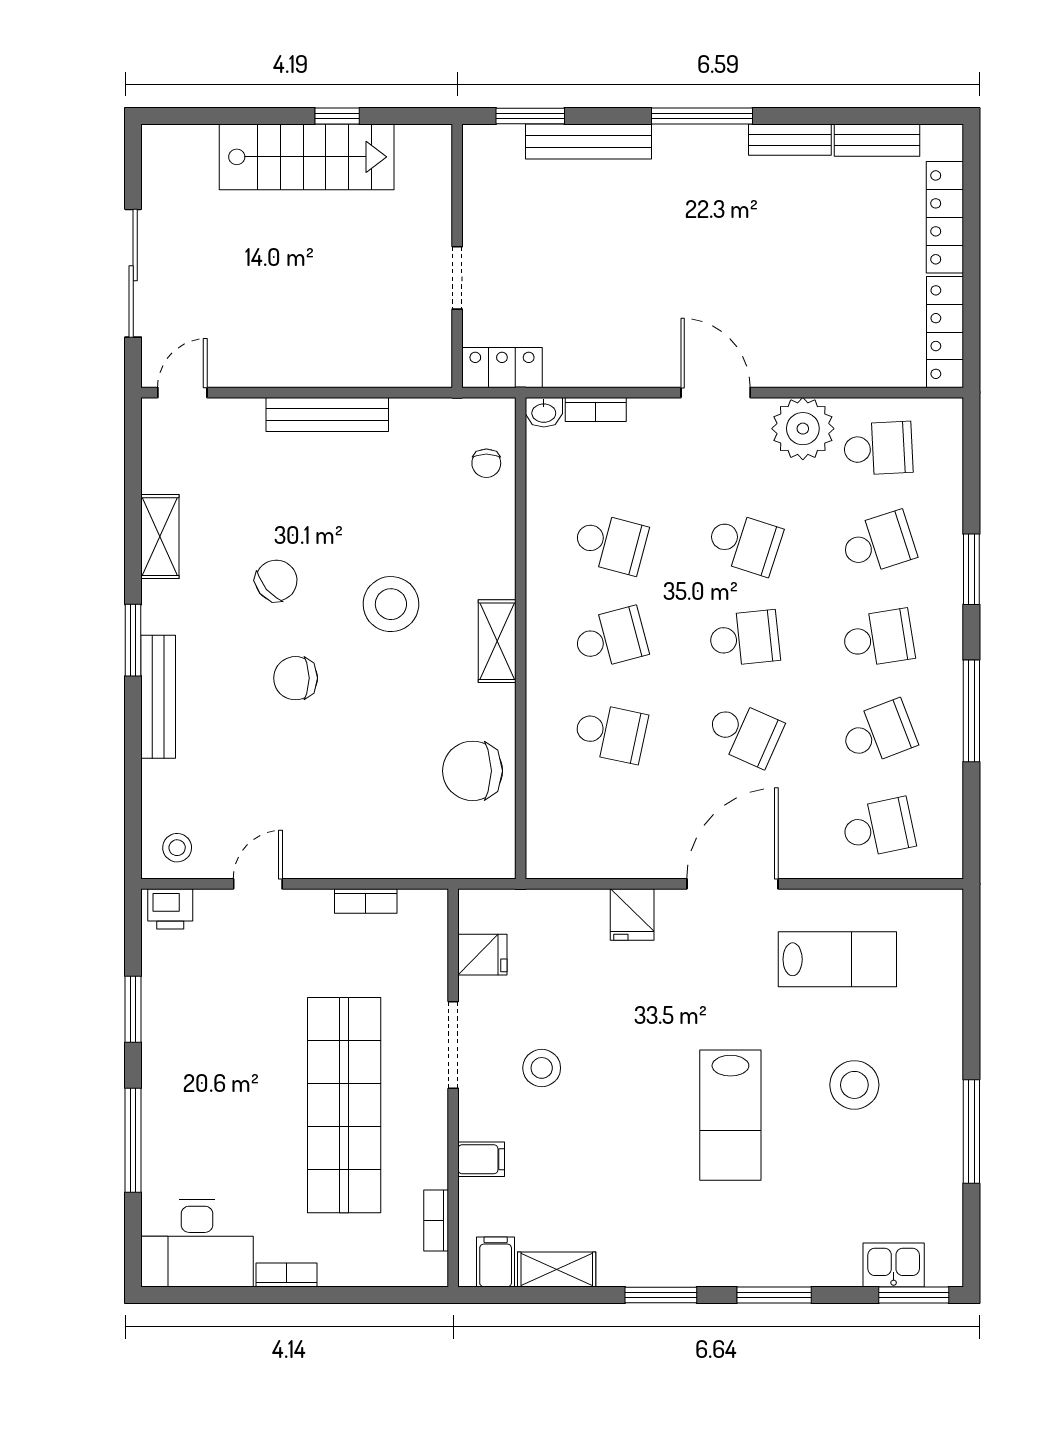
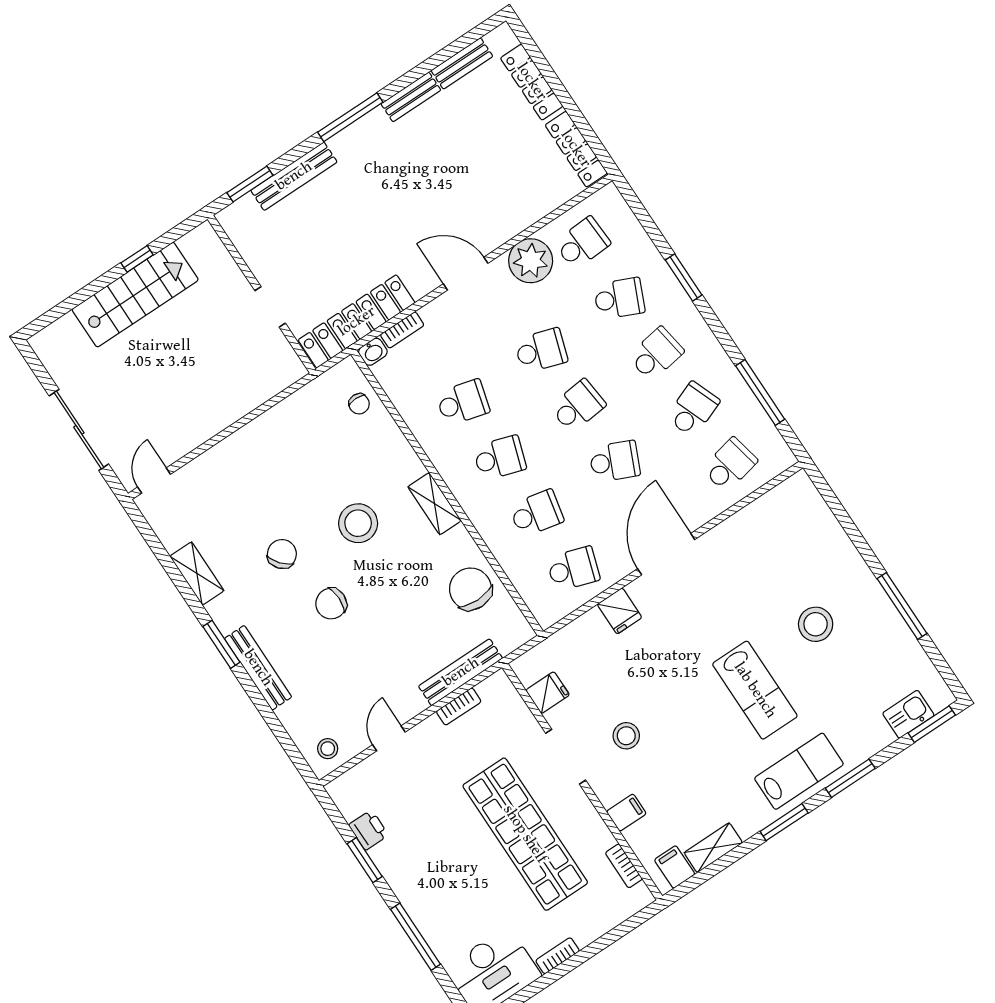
locker: (502, 368) -> (357, 321), width x2.16, depth x1.21
bench: (327, 414) -> (461, 672), moved
school desk: (878, 543) -> (619, 298), turned 42
school desk: (611, 638) -> (500, 458), turned 33
window: (971, 711) -> (760, 393), moved
chair: (473, 771) -> (470, 589), turned 90
school desk: (611, 828) -> (573, 569), added
printer: (170, 909) -> (368, 830), moved, turned -90
lab bench: (837, 959) -> (799, 771), moved

